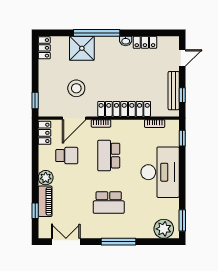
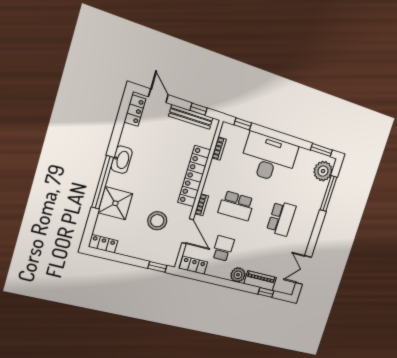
washbasin: (126, 41) -> (122, 160), width x1.91, depth x1.45
locker: (145, 42) -> (135, 110), moved
window: (118, 242) -> (328, 193), moved

